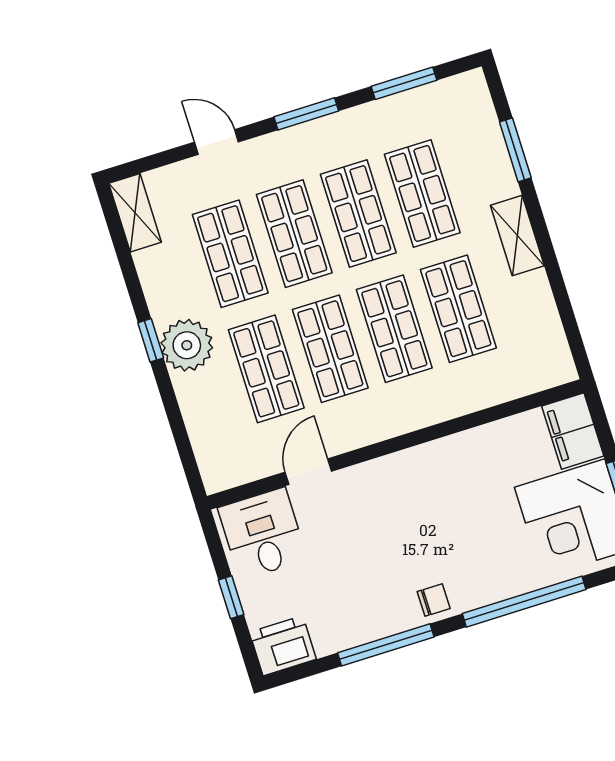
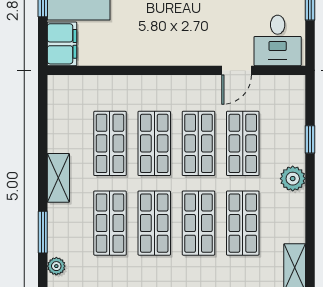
plant: (480, 107) -> (56, 266), added
window: (151, 340) -> (310, 139), moved
plant: (187, 345) -> (293, 179), width x0.73, depth x0.73

